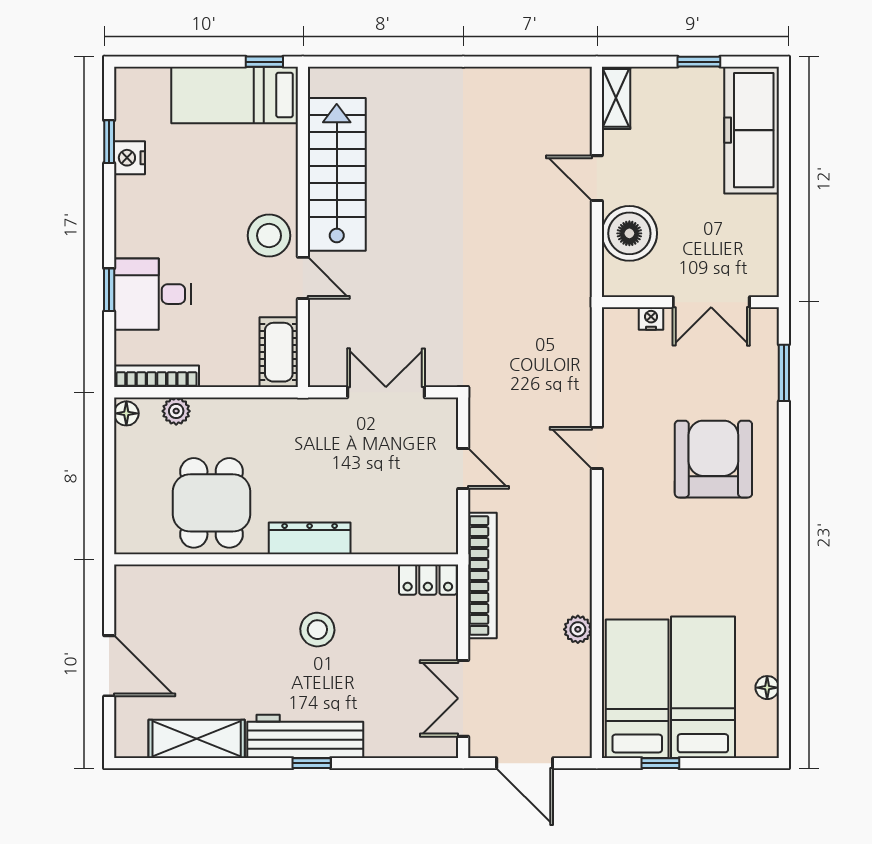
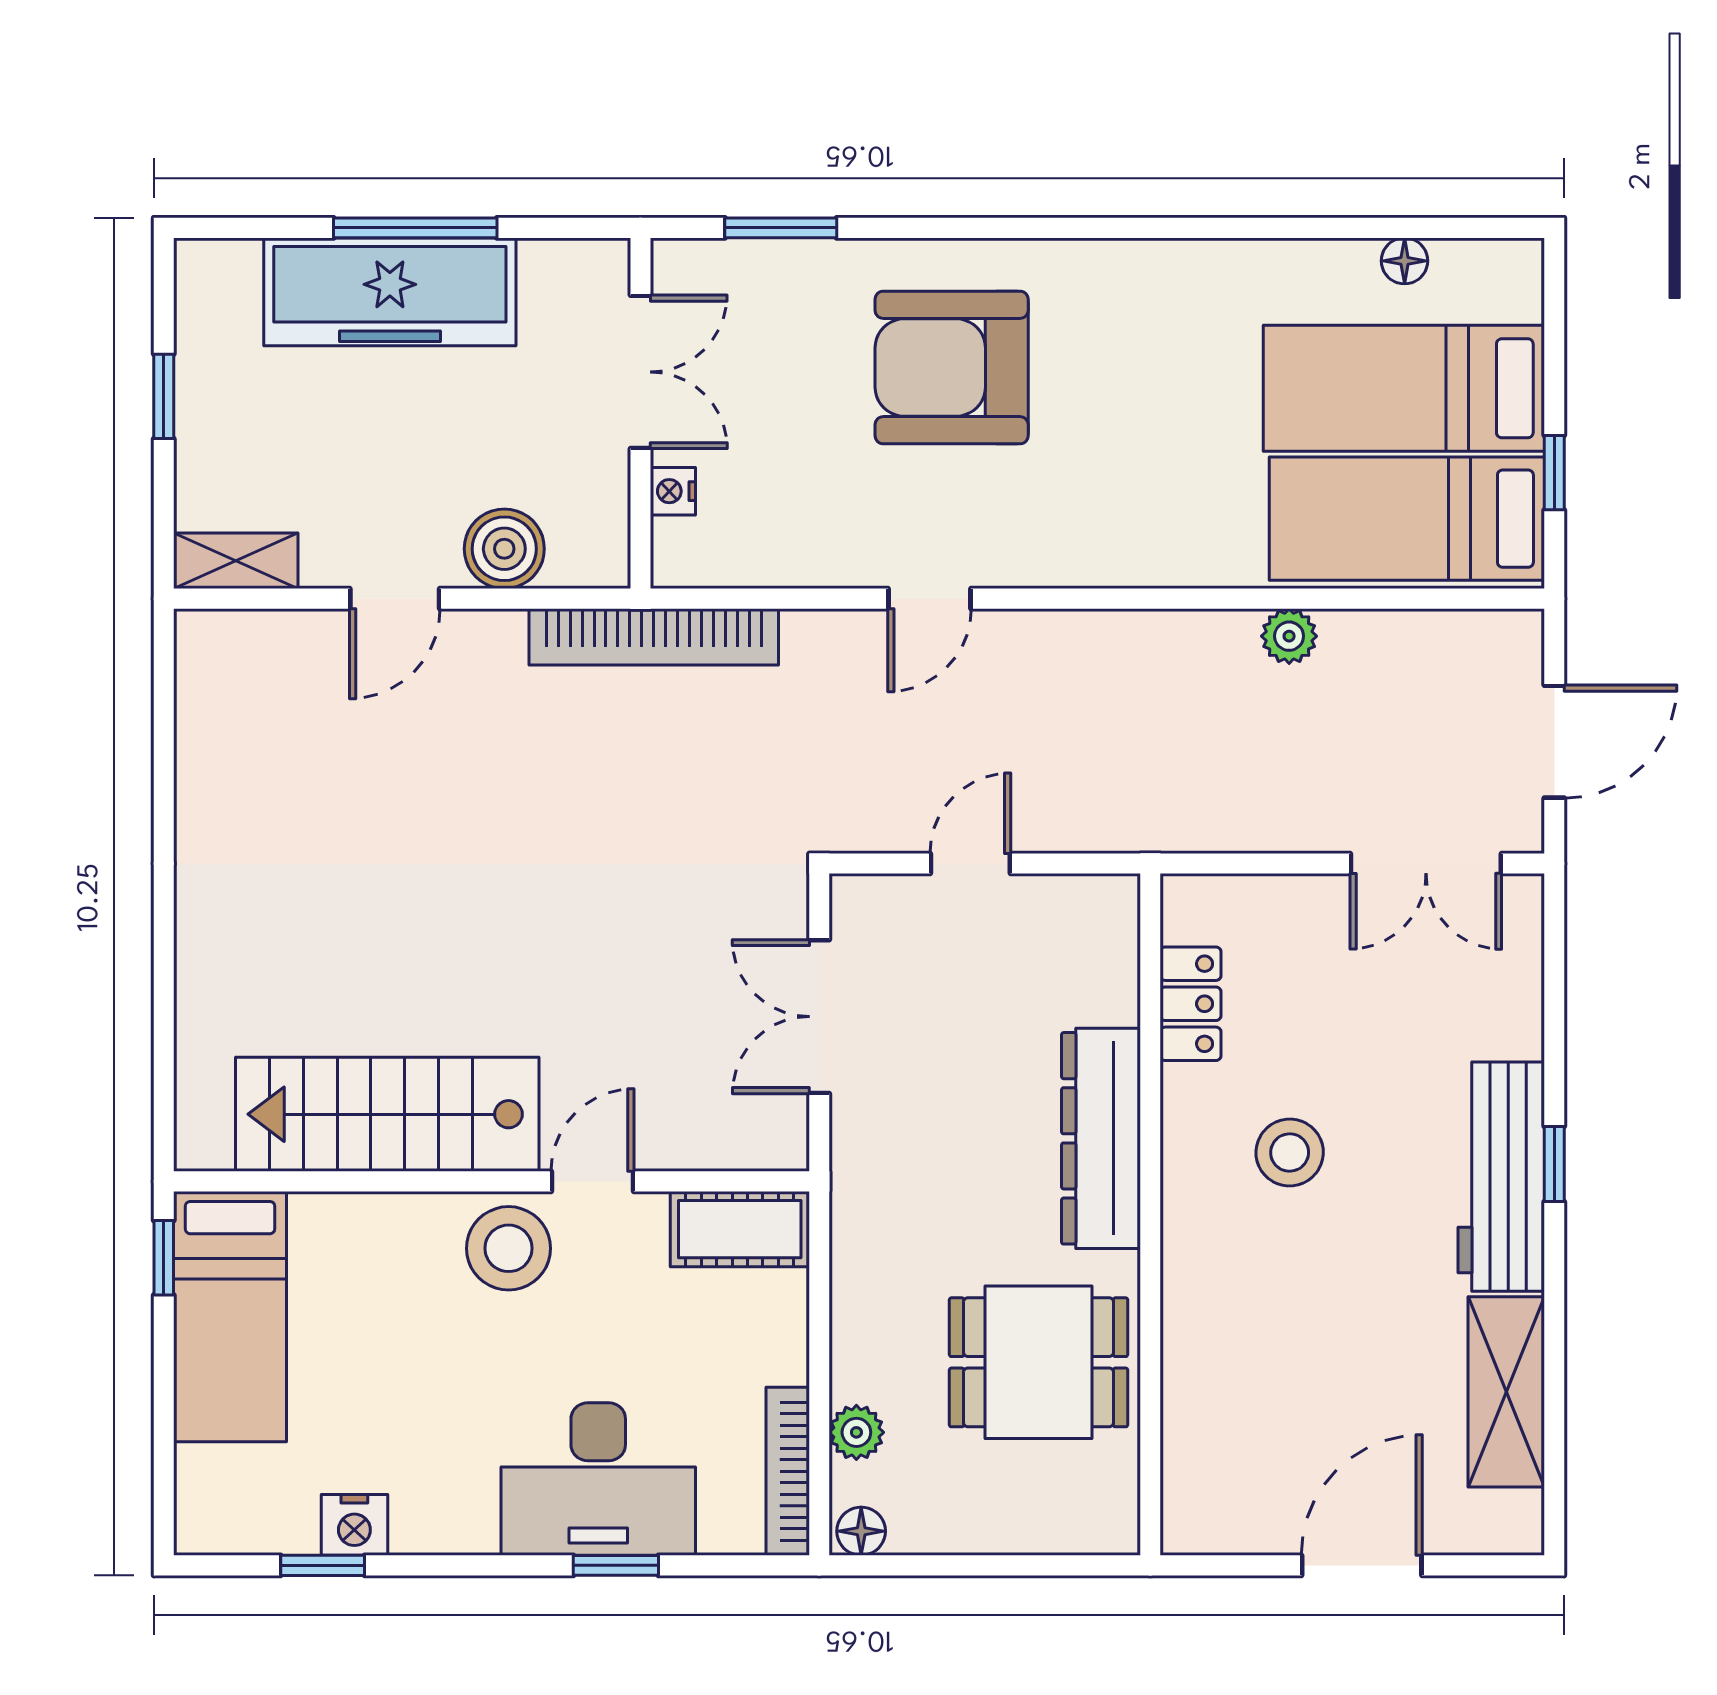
freezer: (752, 130) -> (390, 292), moved
window: (784, 188) -> (415, 228), added
boiler: (629, 233) -> (504, 549), width x0.73, depth x0.73
desk: (153, 294) -> (598, 1479), width x1.37
dresser: (310, 538) -> (1101, 1138), width x1.37, depth x1.24
bookcase: (482, 575) -> (654, 637), moved, turned 180
locker: (428, 580) -> (1191, 1004), moved

